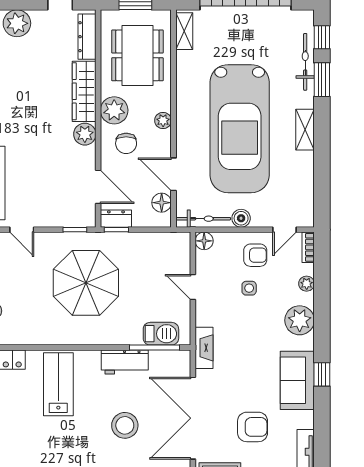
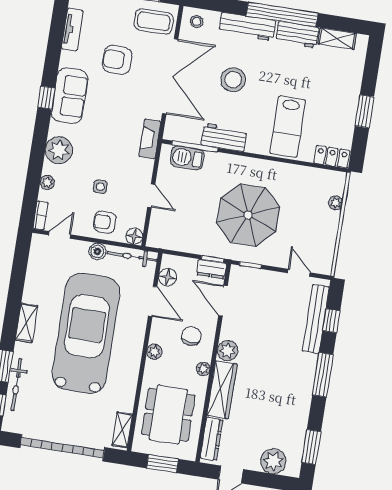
plant: (114, 110) -> (203, 369), width x0.53, depth x0.53
armchair: (255, 255) -> (105, 222), moved

